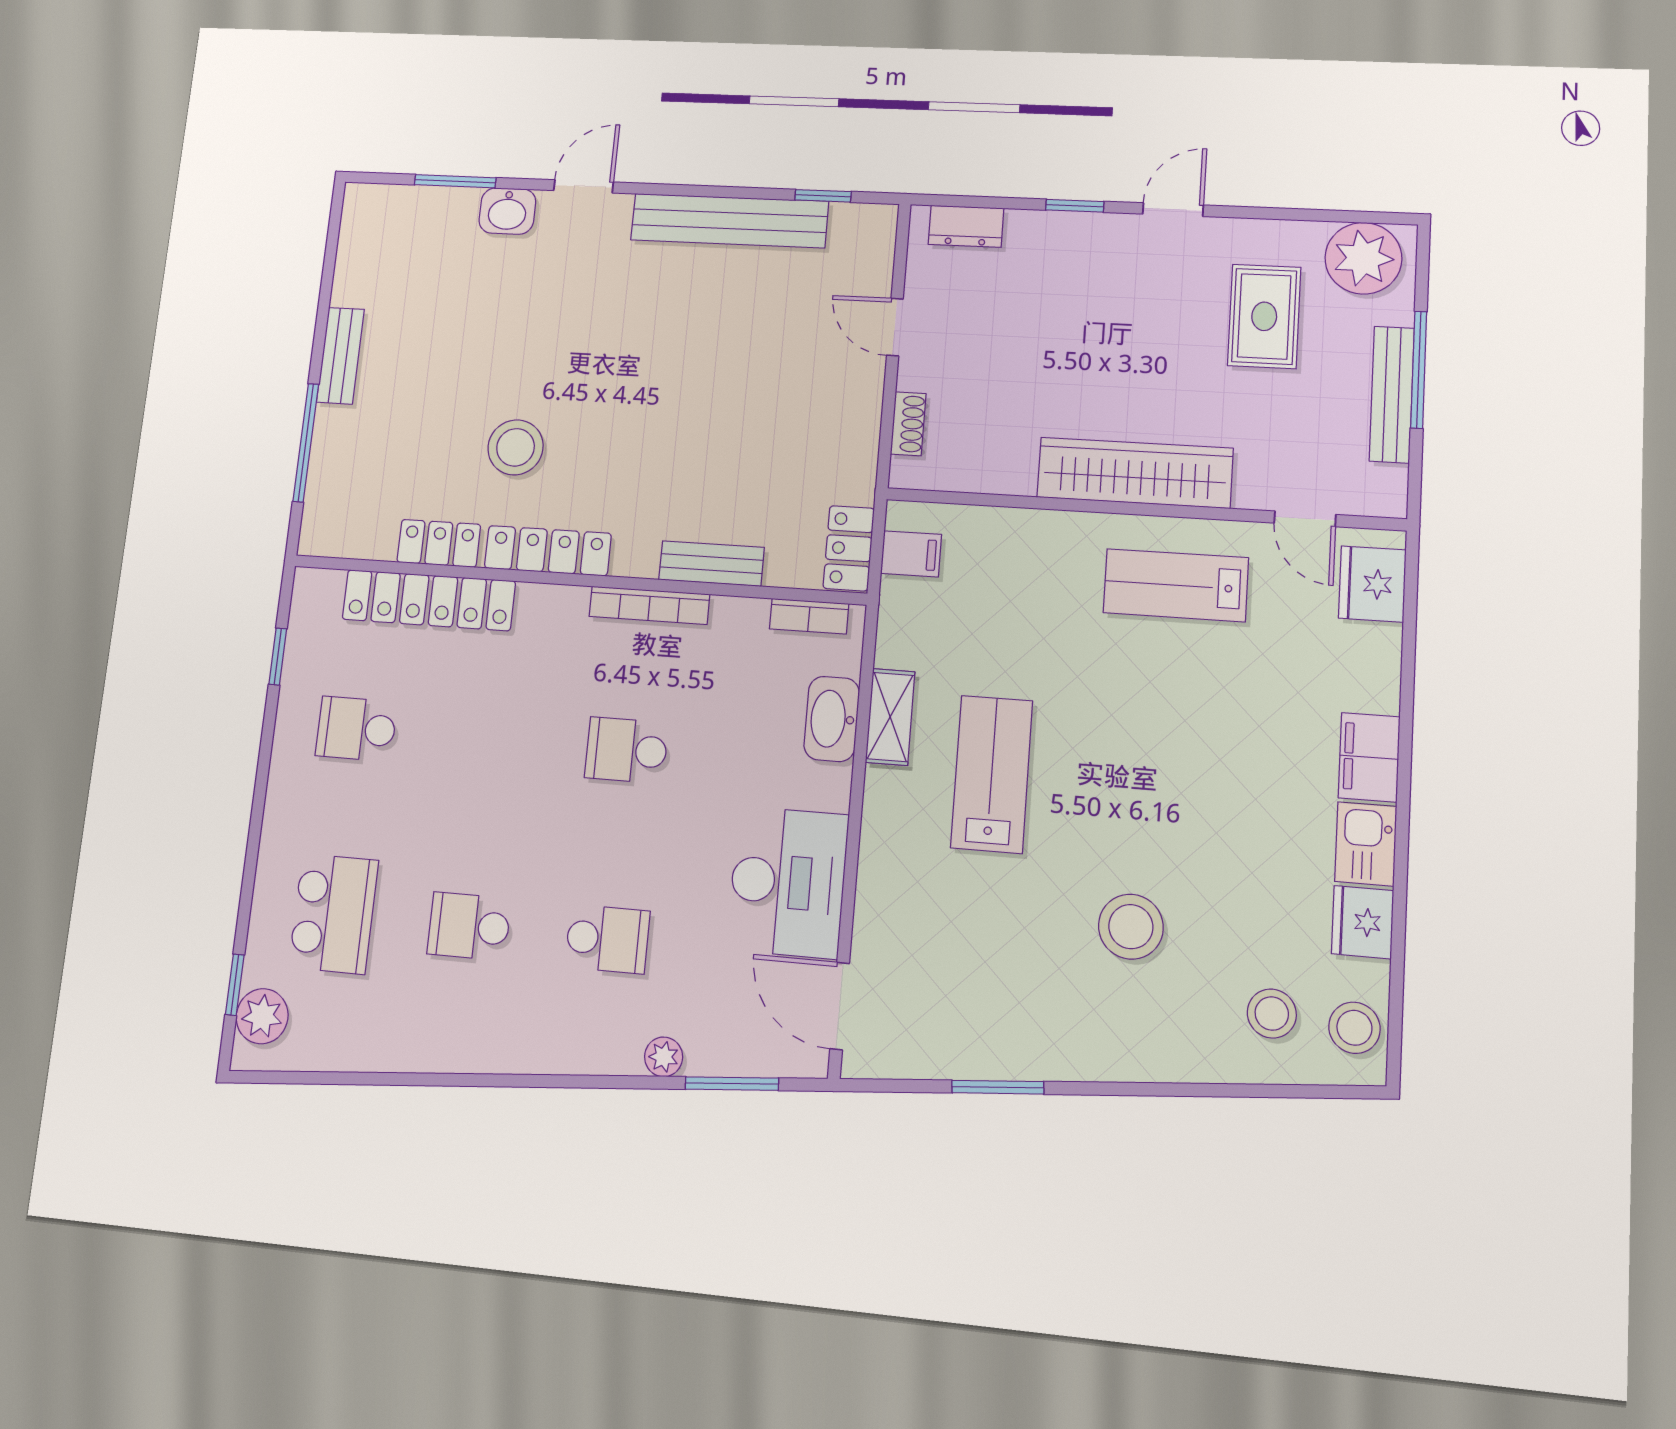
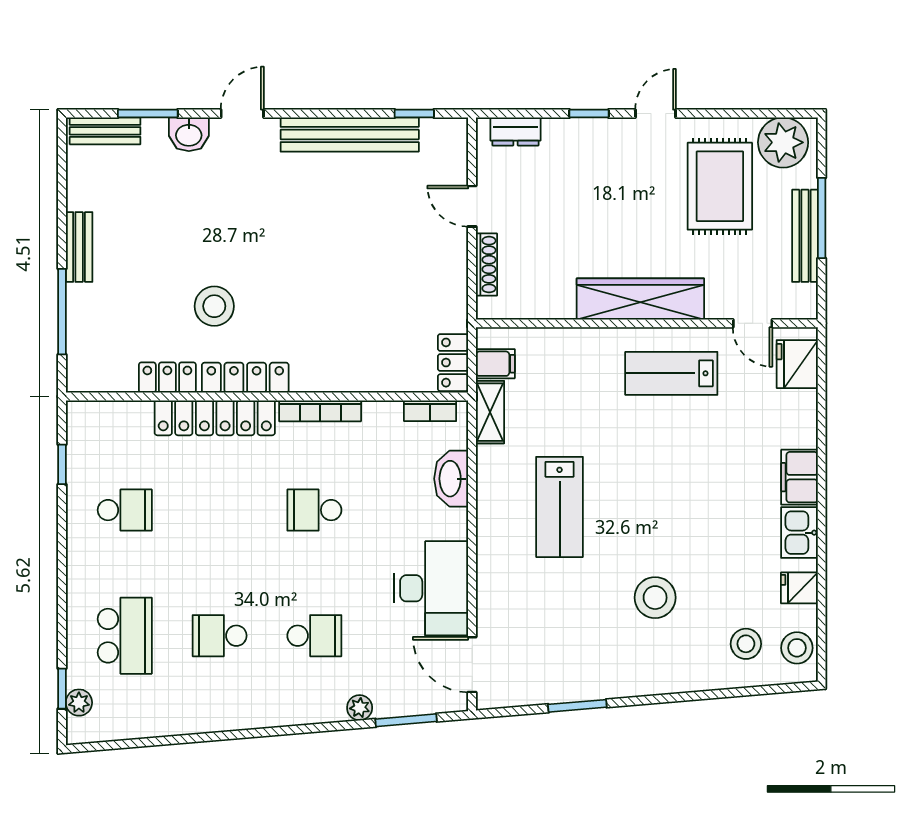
rug: (1264, 316) -> (720, 186), width x1.36, depth x1.43
shoe rack: (908, 424) -> (486, 265), width x1.43
bench: (711, 564) -> (105, 131), moved
locker: (429, 600) -> (215, 418), moved
shelving: (890, 717) -> (490, 412), moved
school desk: (356, 729) -> (125, 510), turned 180
lab bench: (992, 774) -> (560, 507), turned 180
fridge: (1363, 922) -> (799, 588), width x0.72
plant: (262, 1016) -> (79, 703), width x0.73, depth x0.73

